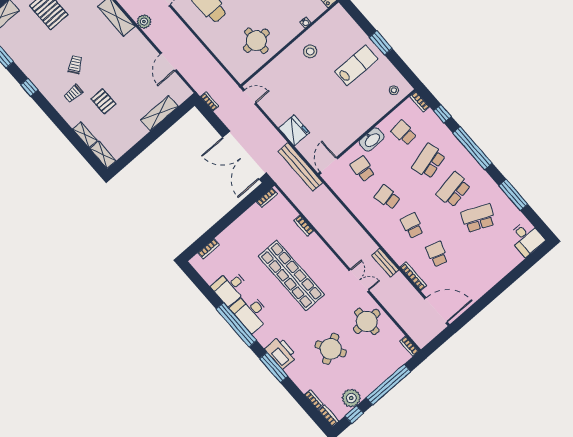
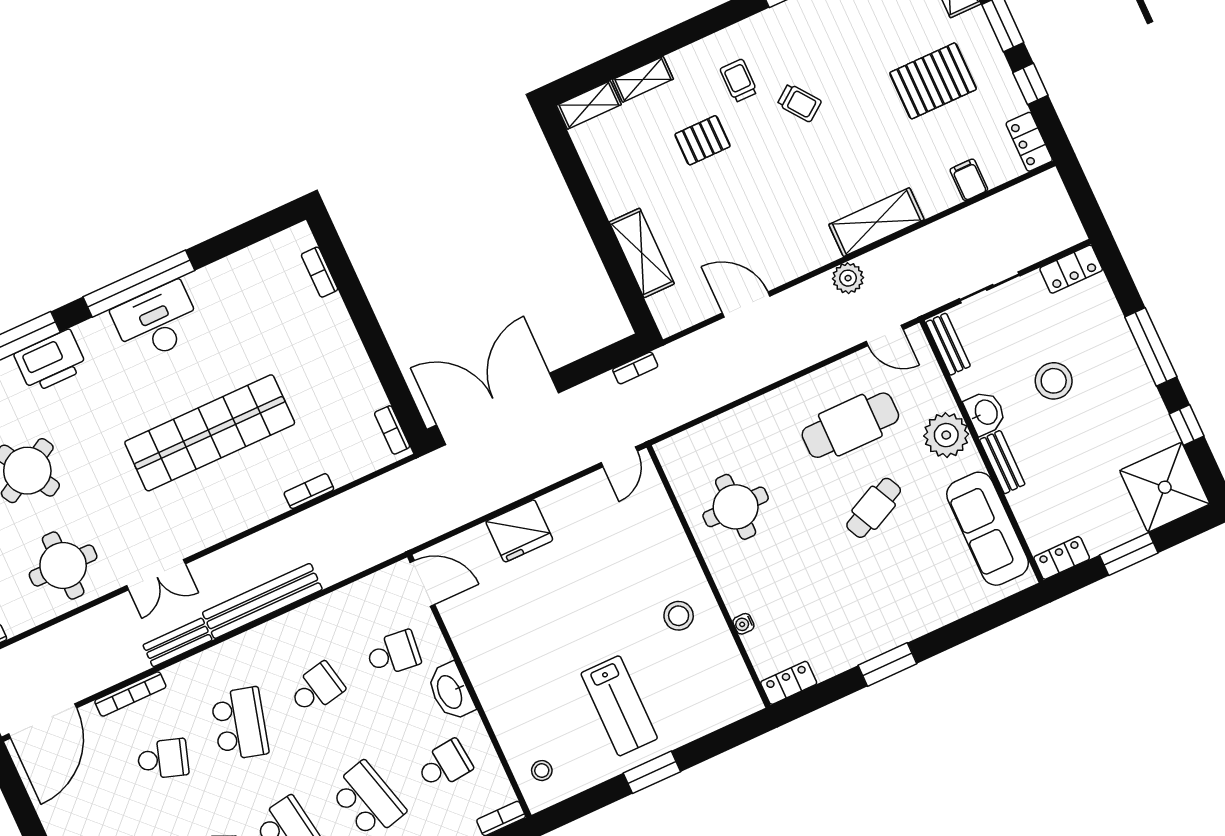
bench: (300, 167) -> (262, 601), moved
school desk: (412, 226) -> (240, 724), width x1.85
desk: (230, 287) -> (223, 294), removed

